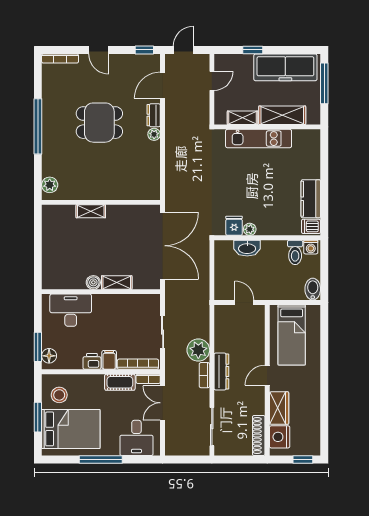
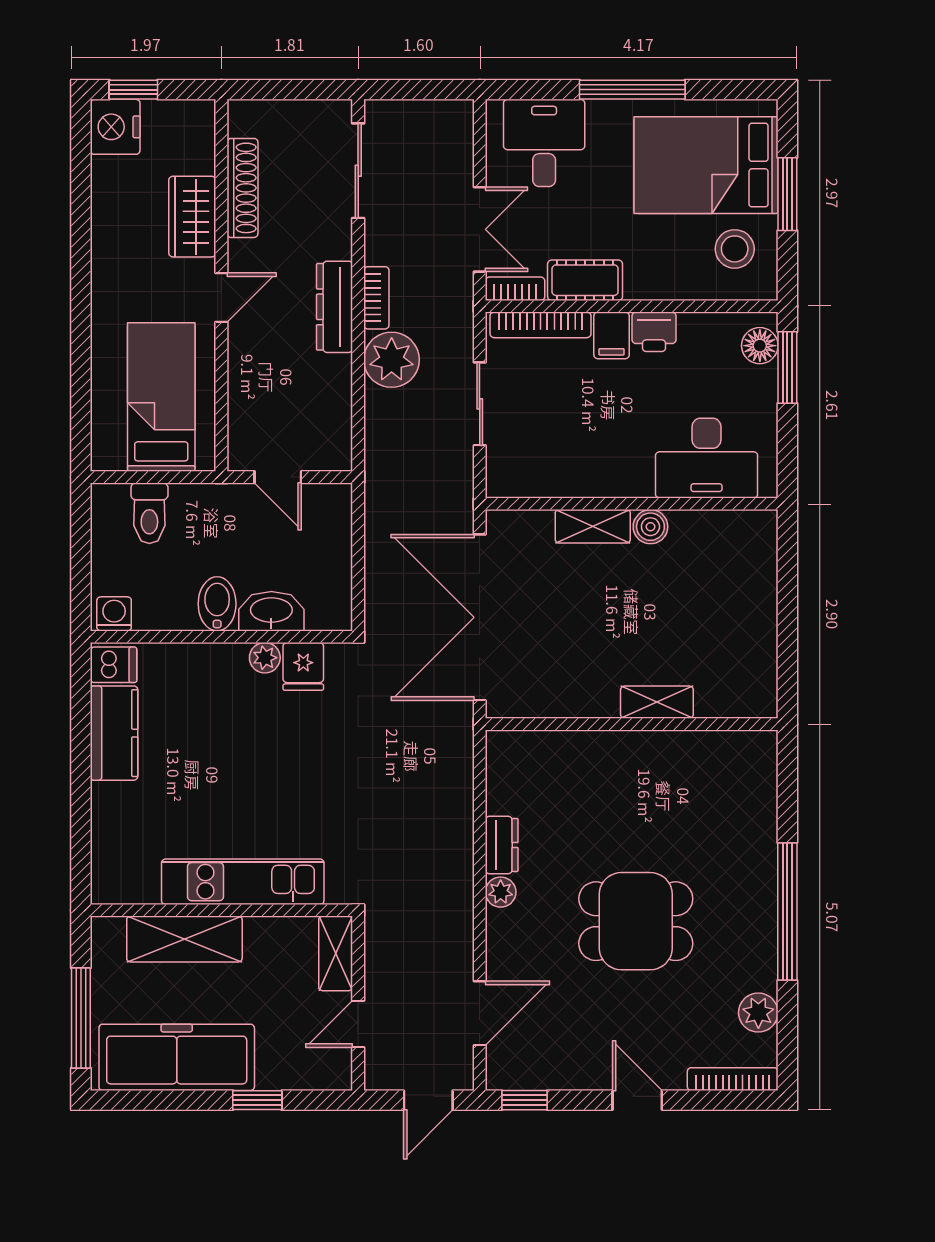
dresser: (154, 115) -> (502, 845), moved
shelving: (242, 118) -> (336, 953), moved, turned 90
plant: (50, 185) -> (758, 1013), moved
toilet: (295, 252) -> (149, 513), moved, turned 180
bidet: (313, 289) -> (217, 604), moved, turned 180
shoe rack: (259, 436) -> (242, 188), moved
nightstand: (280, 437) -> (115, 127), moved, turned 180

